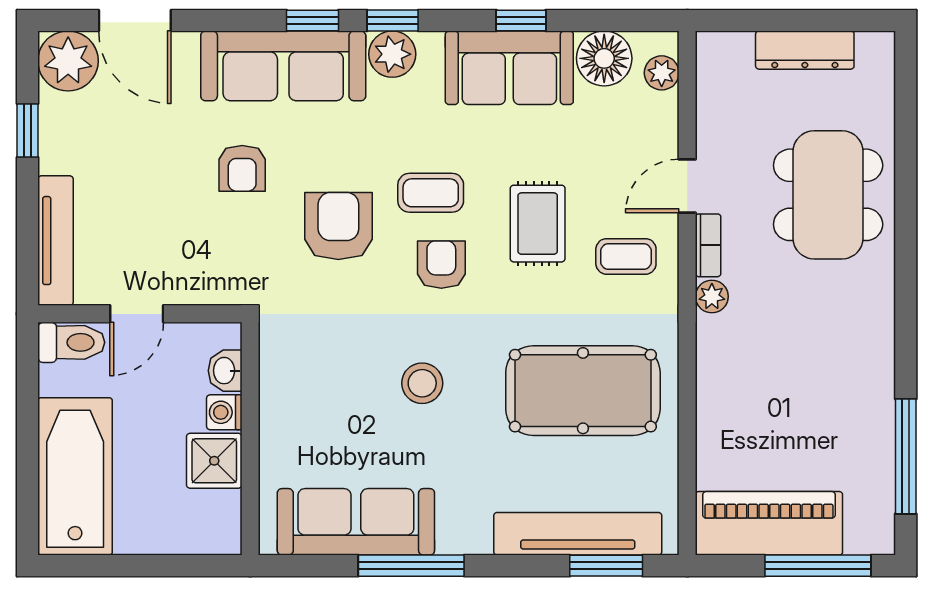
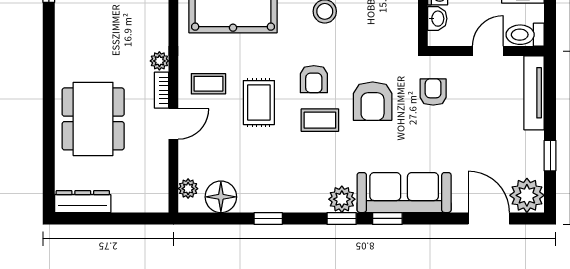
dresser: (805, 50) -> (83, 202), moved
sofa: (509, 68) -> (275, 191), removed
armchair: (242, 168) -> (433, 92), moved

